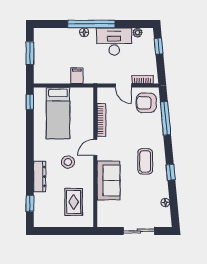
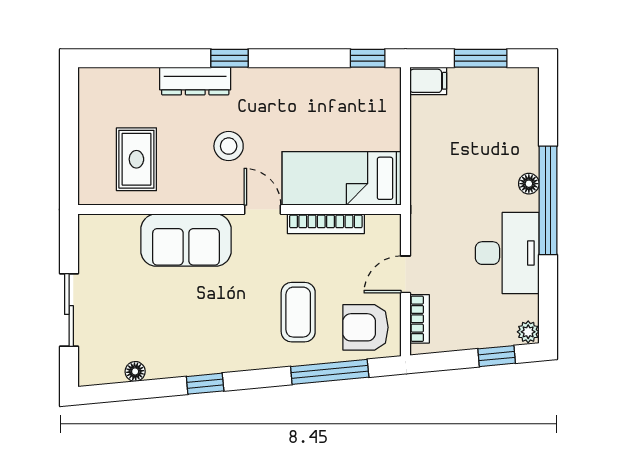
plant: (137, 33) -> (528, 332), moved
filing cabinet: (77, 76) -> (428, 81), moved
armchair: (146, 103) -> (365, 327), turned -90
bed: (58, 113) -> (342, 178), moved
coffee table: (145, 161) -> (298, 312), moved, turned 90
rug: (74, 202) -> (136, 159), turned 90
window: (30, 203) -> (229, 58), moved

